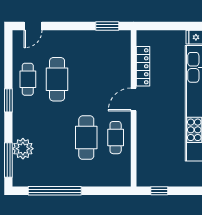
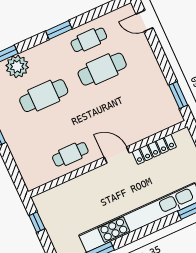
cafe table: (86, 138) -> (44, 96), moved

